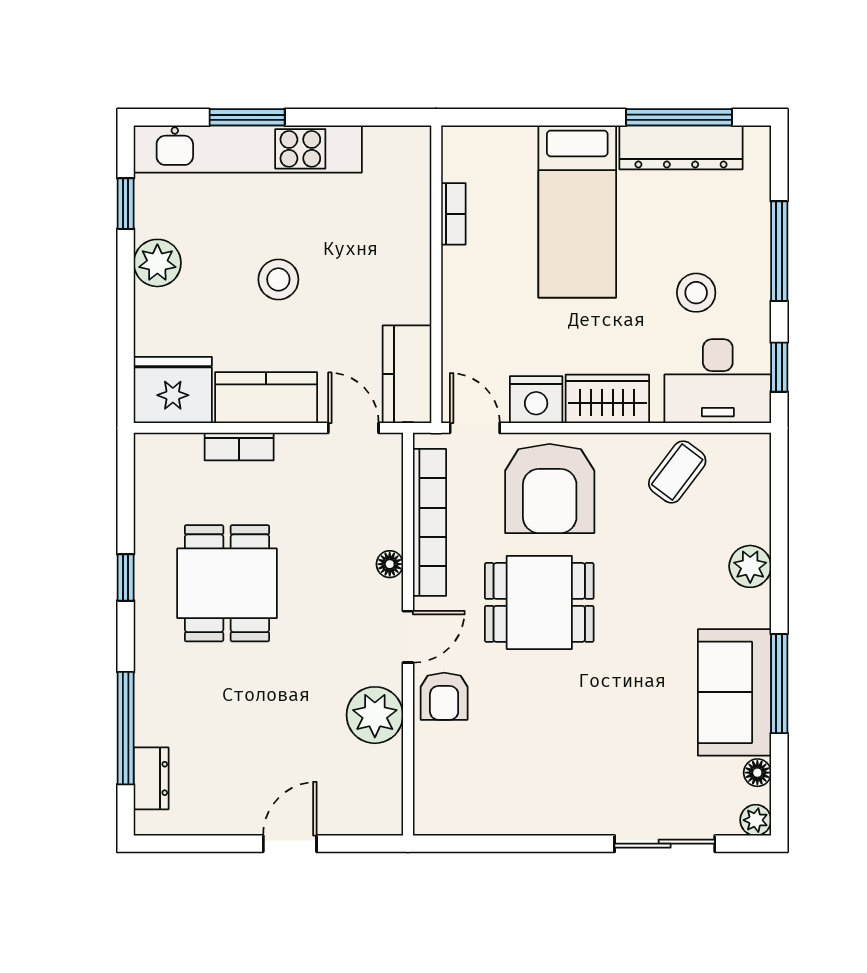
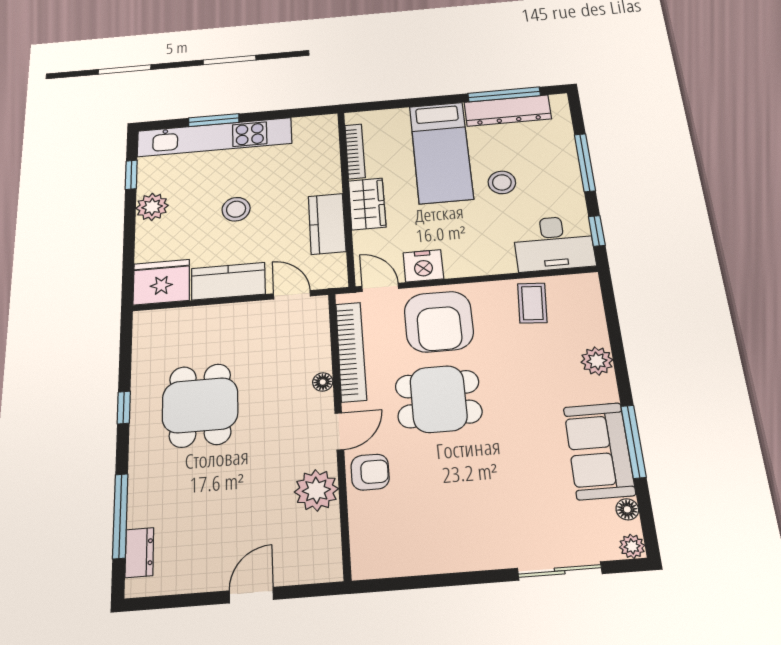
bookcase: (453, 214) -> (355, 151), width x1.56
stool: (696, 293) -> (502, 182), moved
kitchen counter: (407, 374) -> (327, 224), moved
wardrobe: (607, 399) -> (367, 204), moved, turned 90
bookcase: (239, 447) -> (209, 314), removed
coffee table: (677, 472) -> (532, 303), turned -33
armchair: (444, 696) -> (370, 472), turned -90

